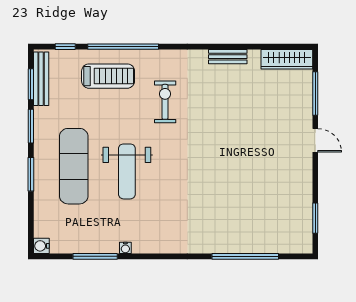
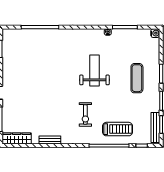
treadmill: (108, 76) -> (118, 129), turned 180
exercise mat: (74, 166) -> (137, 78), width x0.73, depth x0.69
weight bench: (127, 171) -> (94, 71), moved

